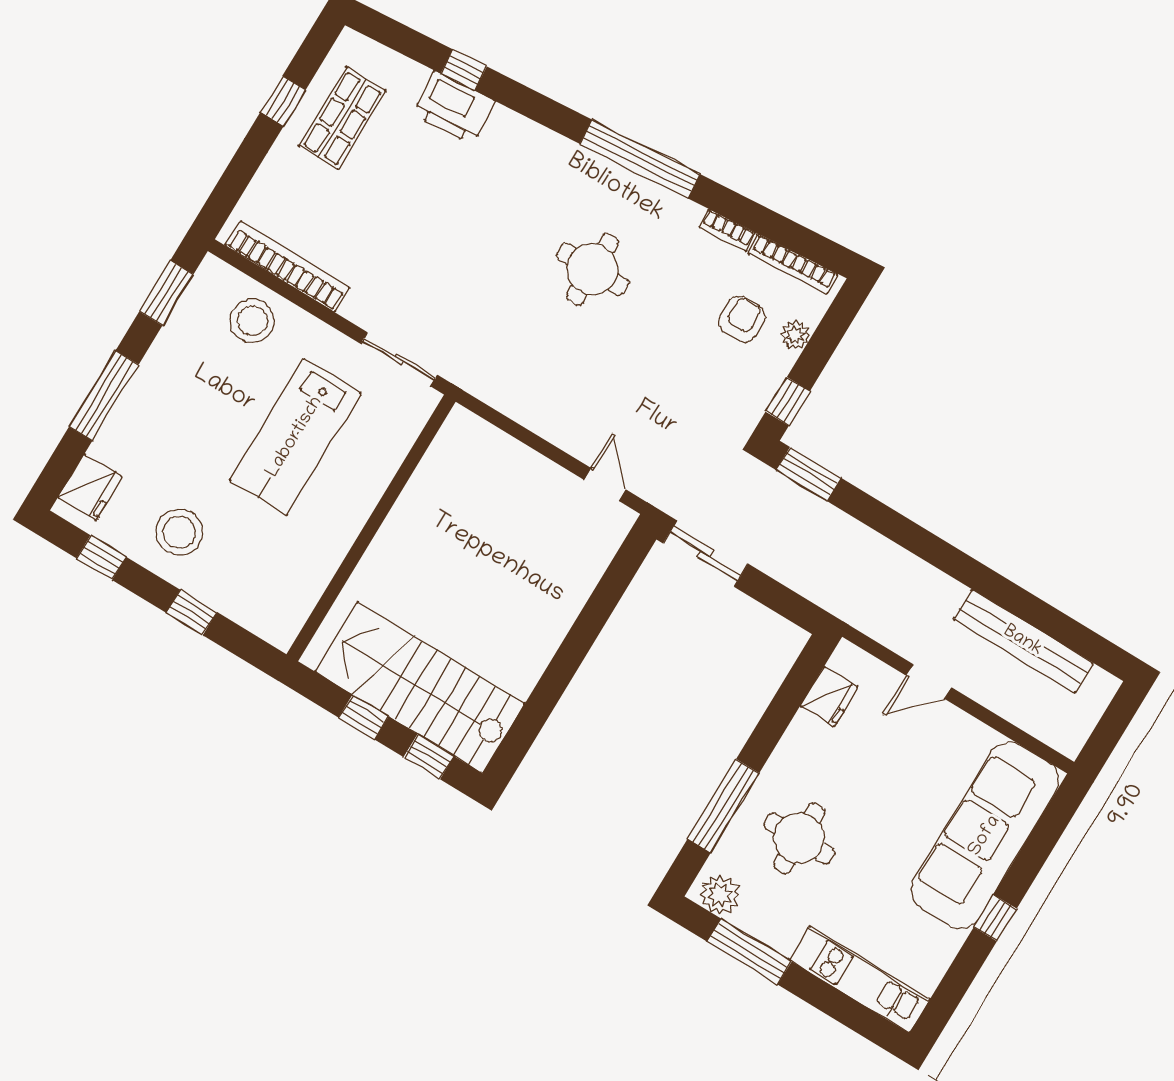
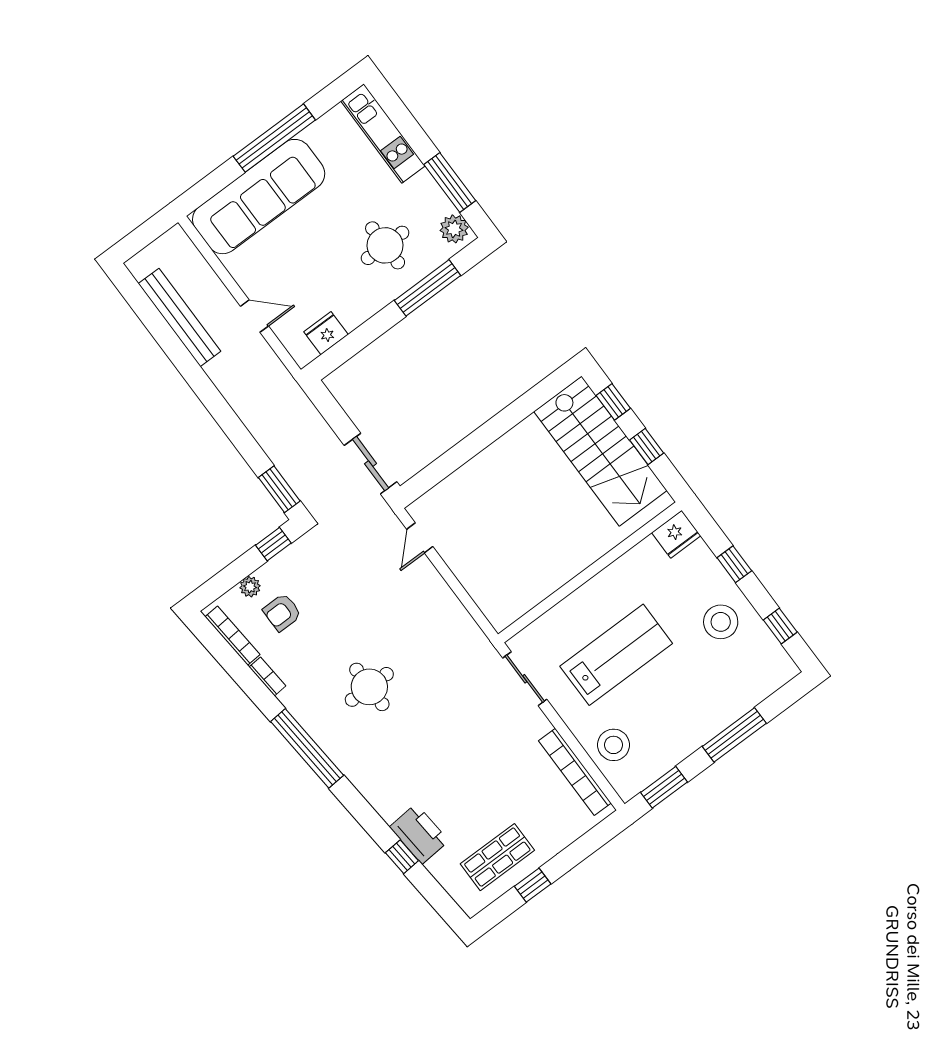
fridge: (90, 487) -> (676, 534), moved, turned 180
window: (995, 918) -> (274, 138), width x3.17

